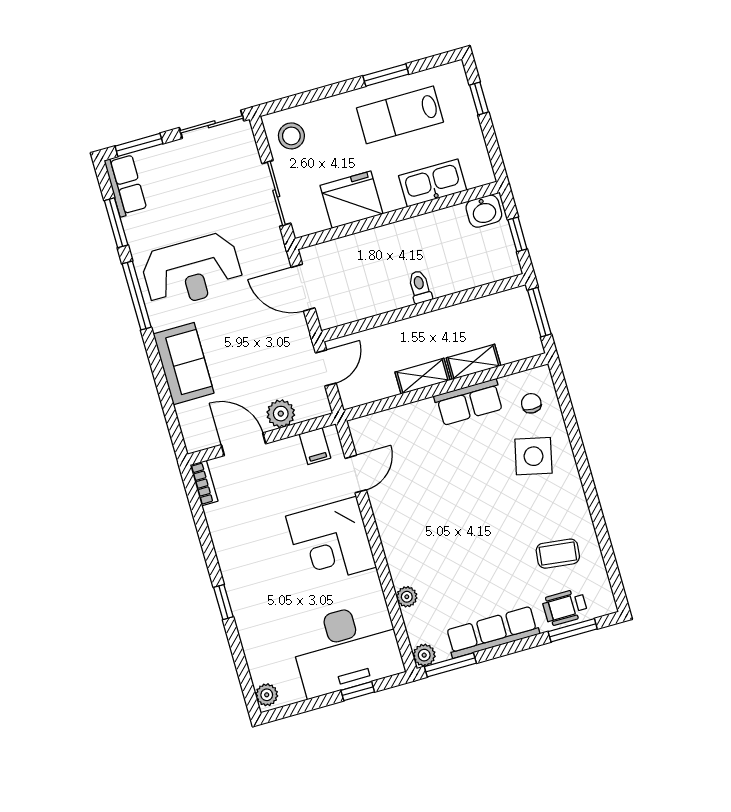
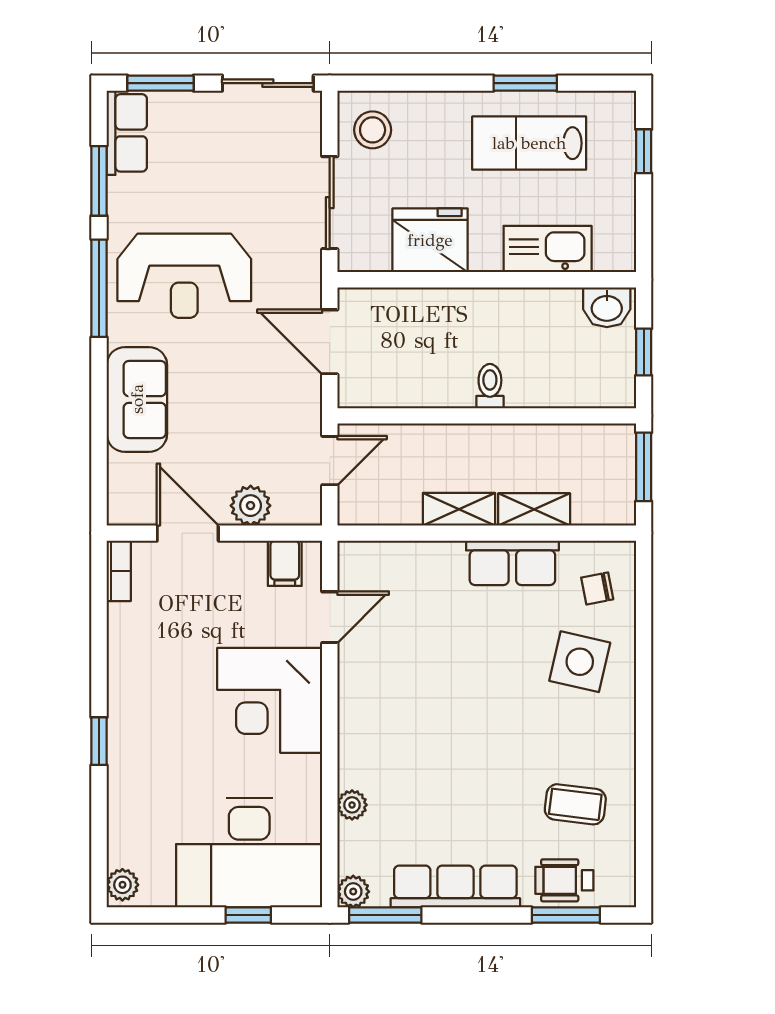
chair: (531, 403) -> (597, 588), turned -101

